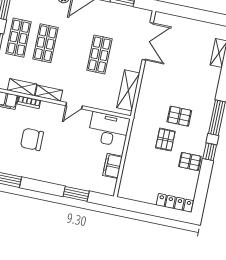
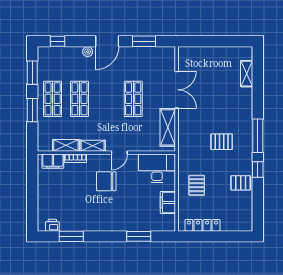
double door: (148, 41) -> (177, 90), moved
chair: (32, 139) -> (106, 181), moved
pallet: (165, 140) -> (197, 185), moved
locker: (175, 203) -> (202, 225), moved

